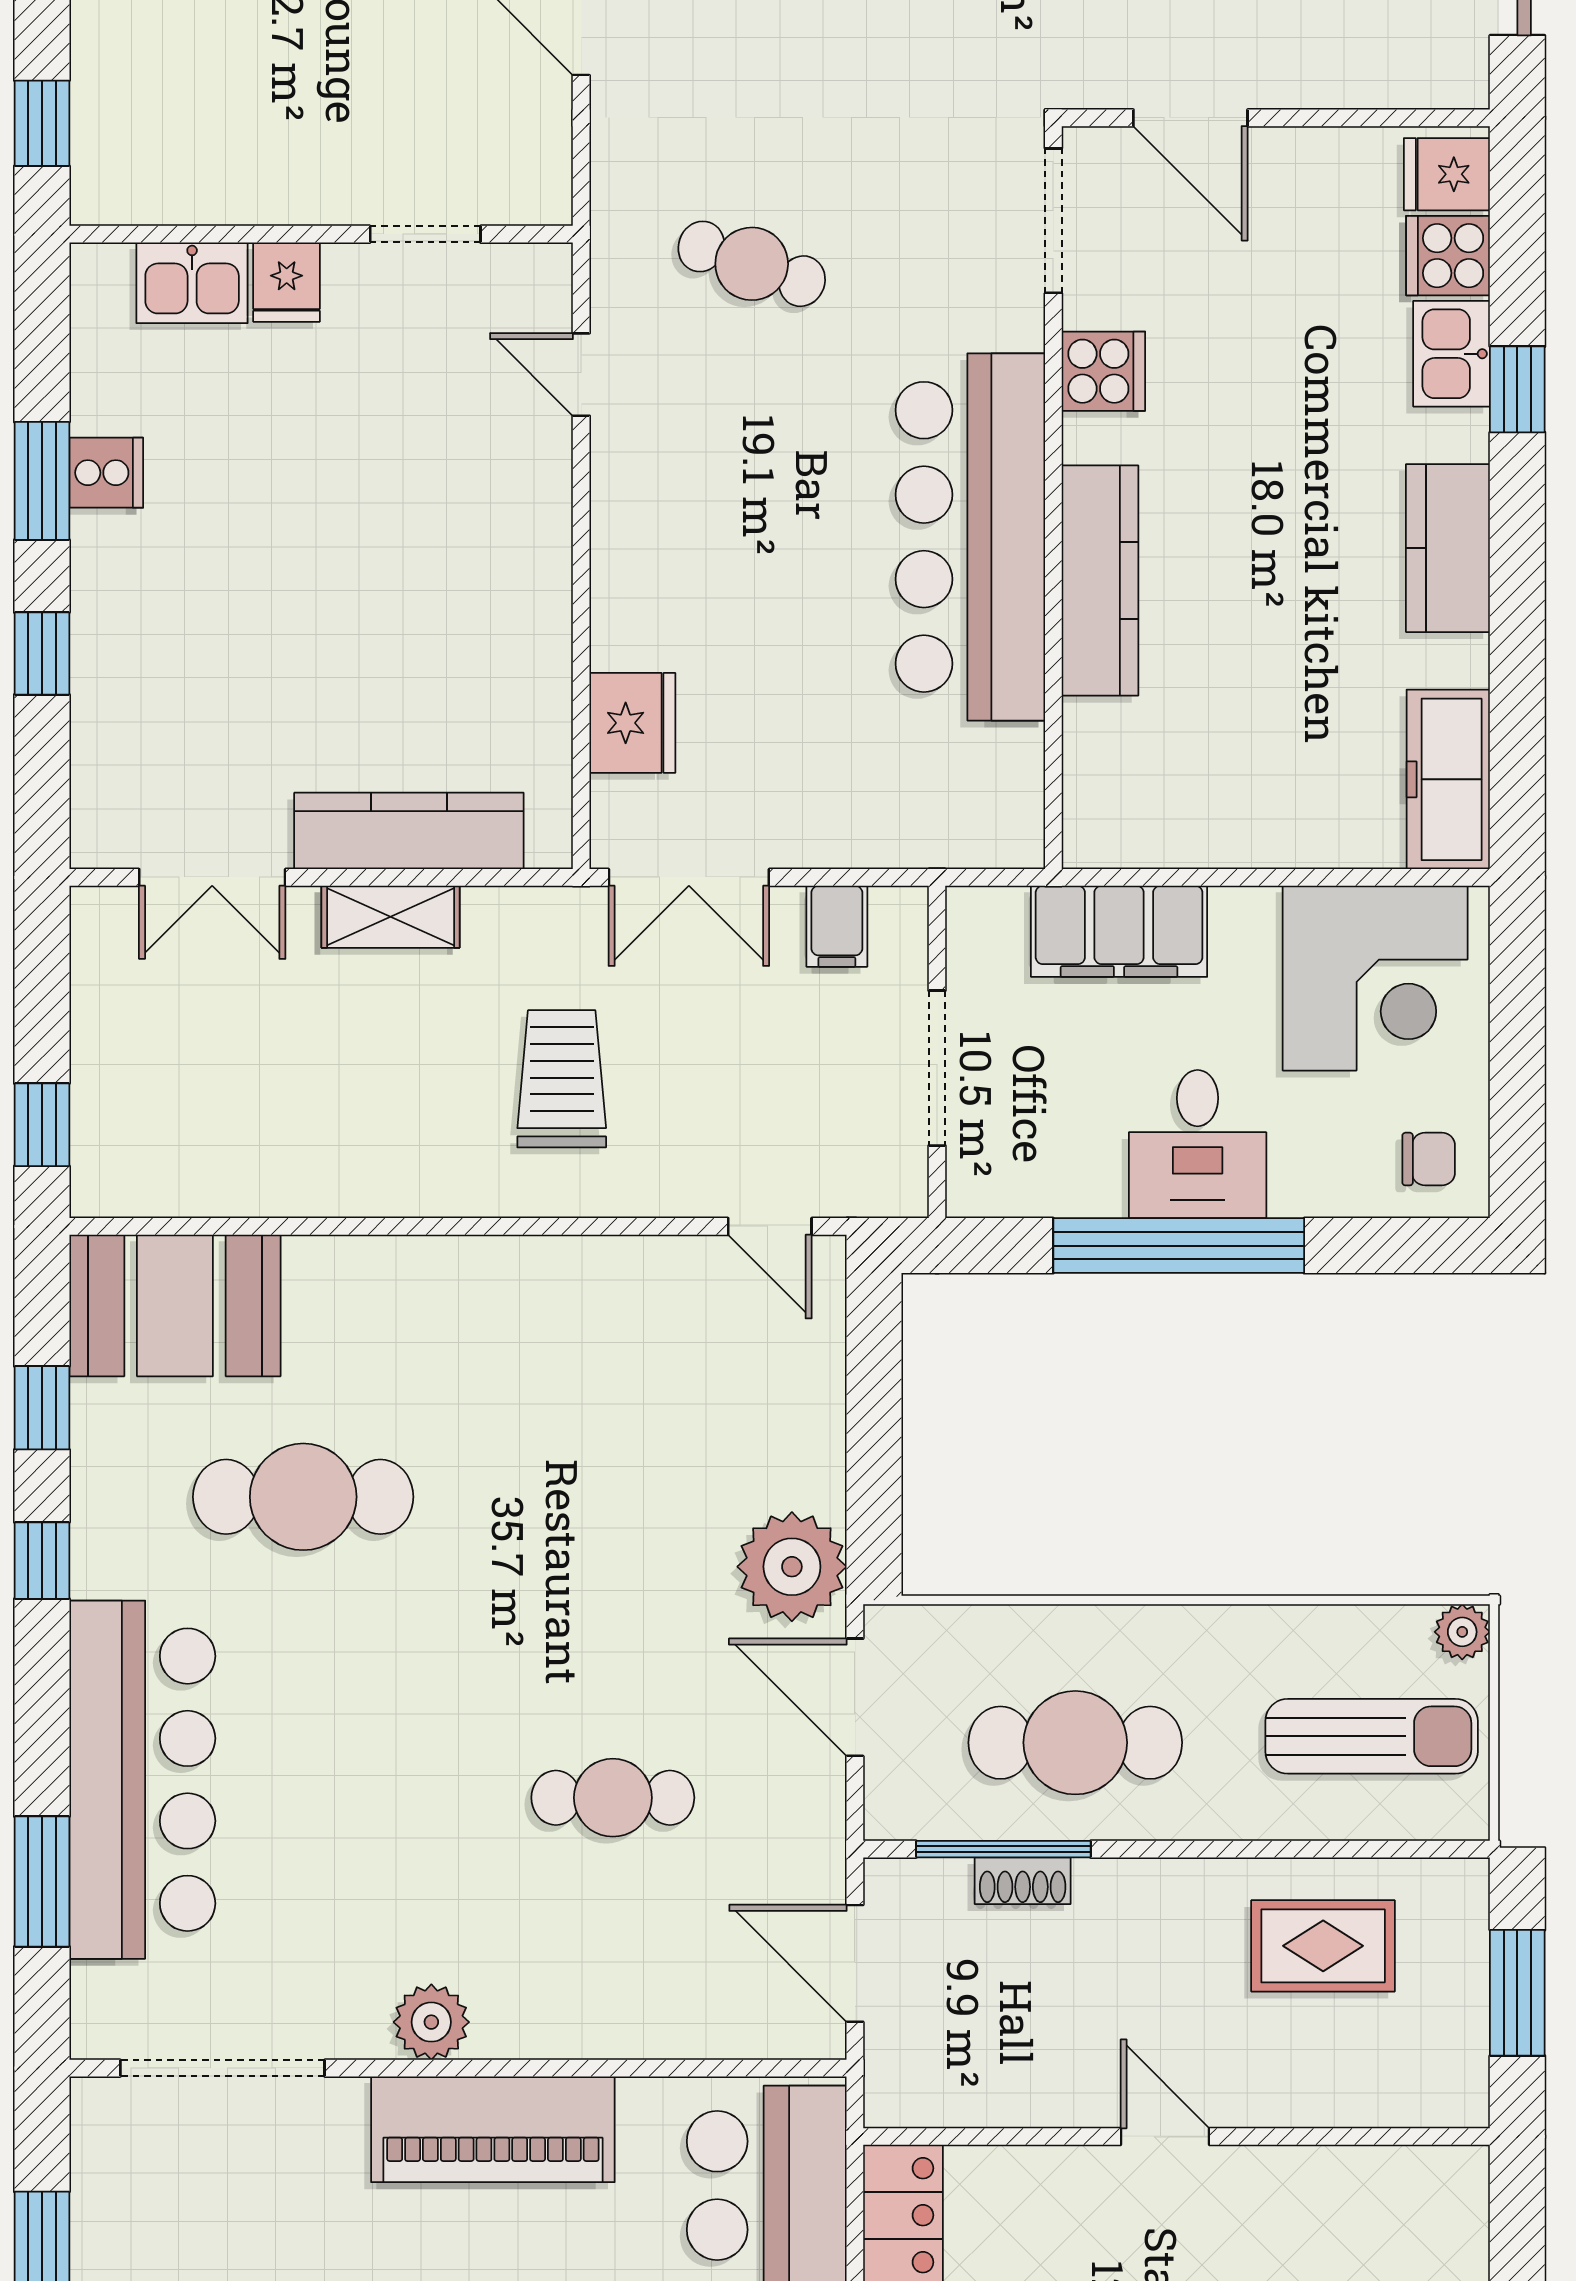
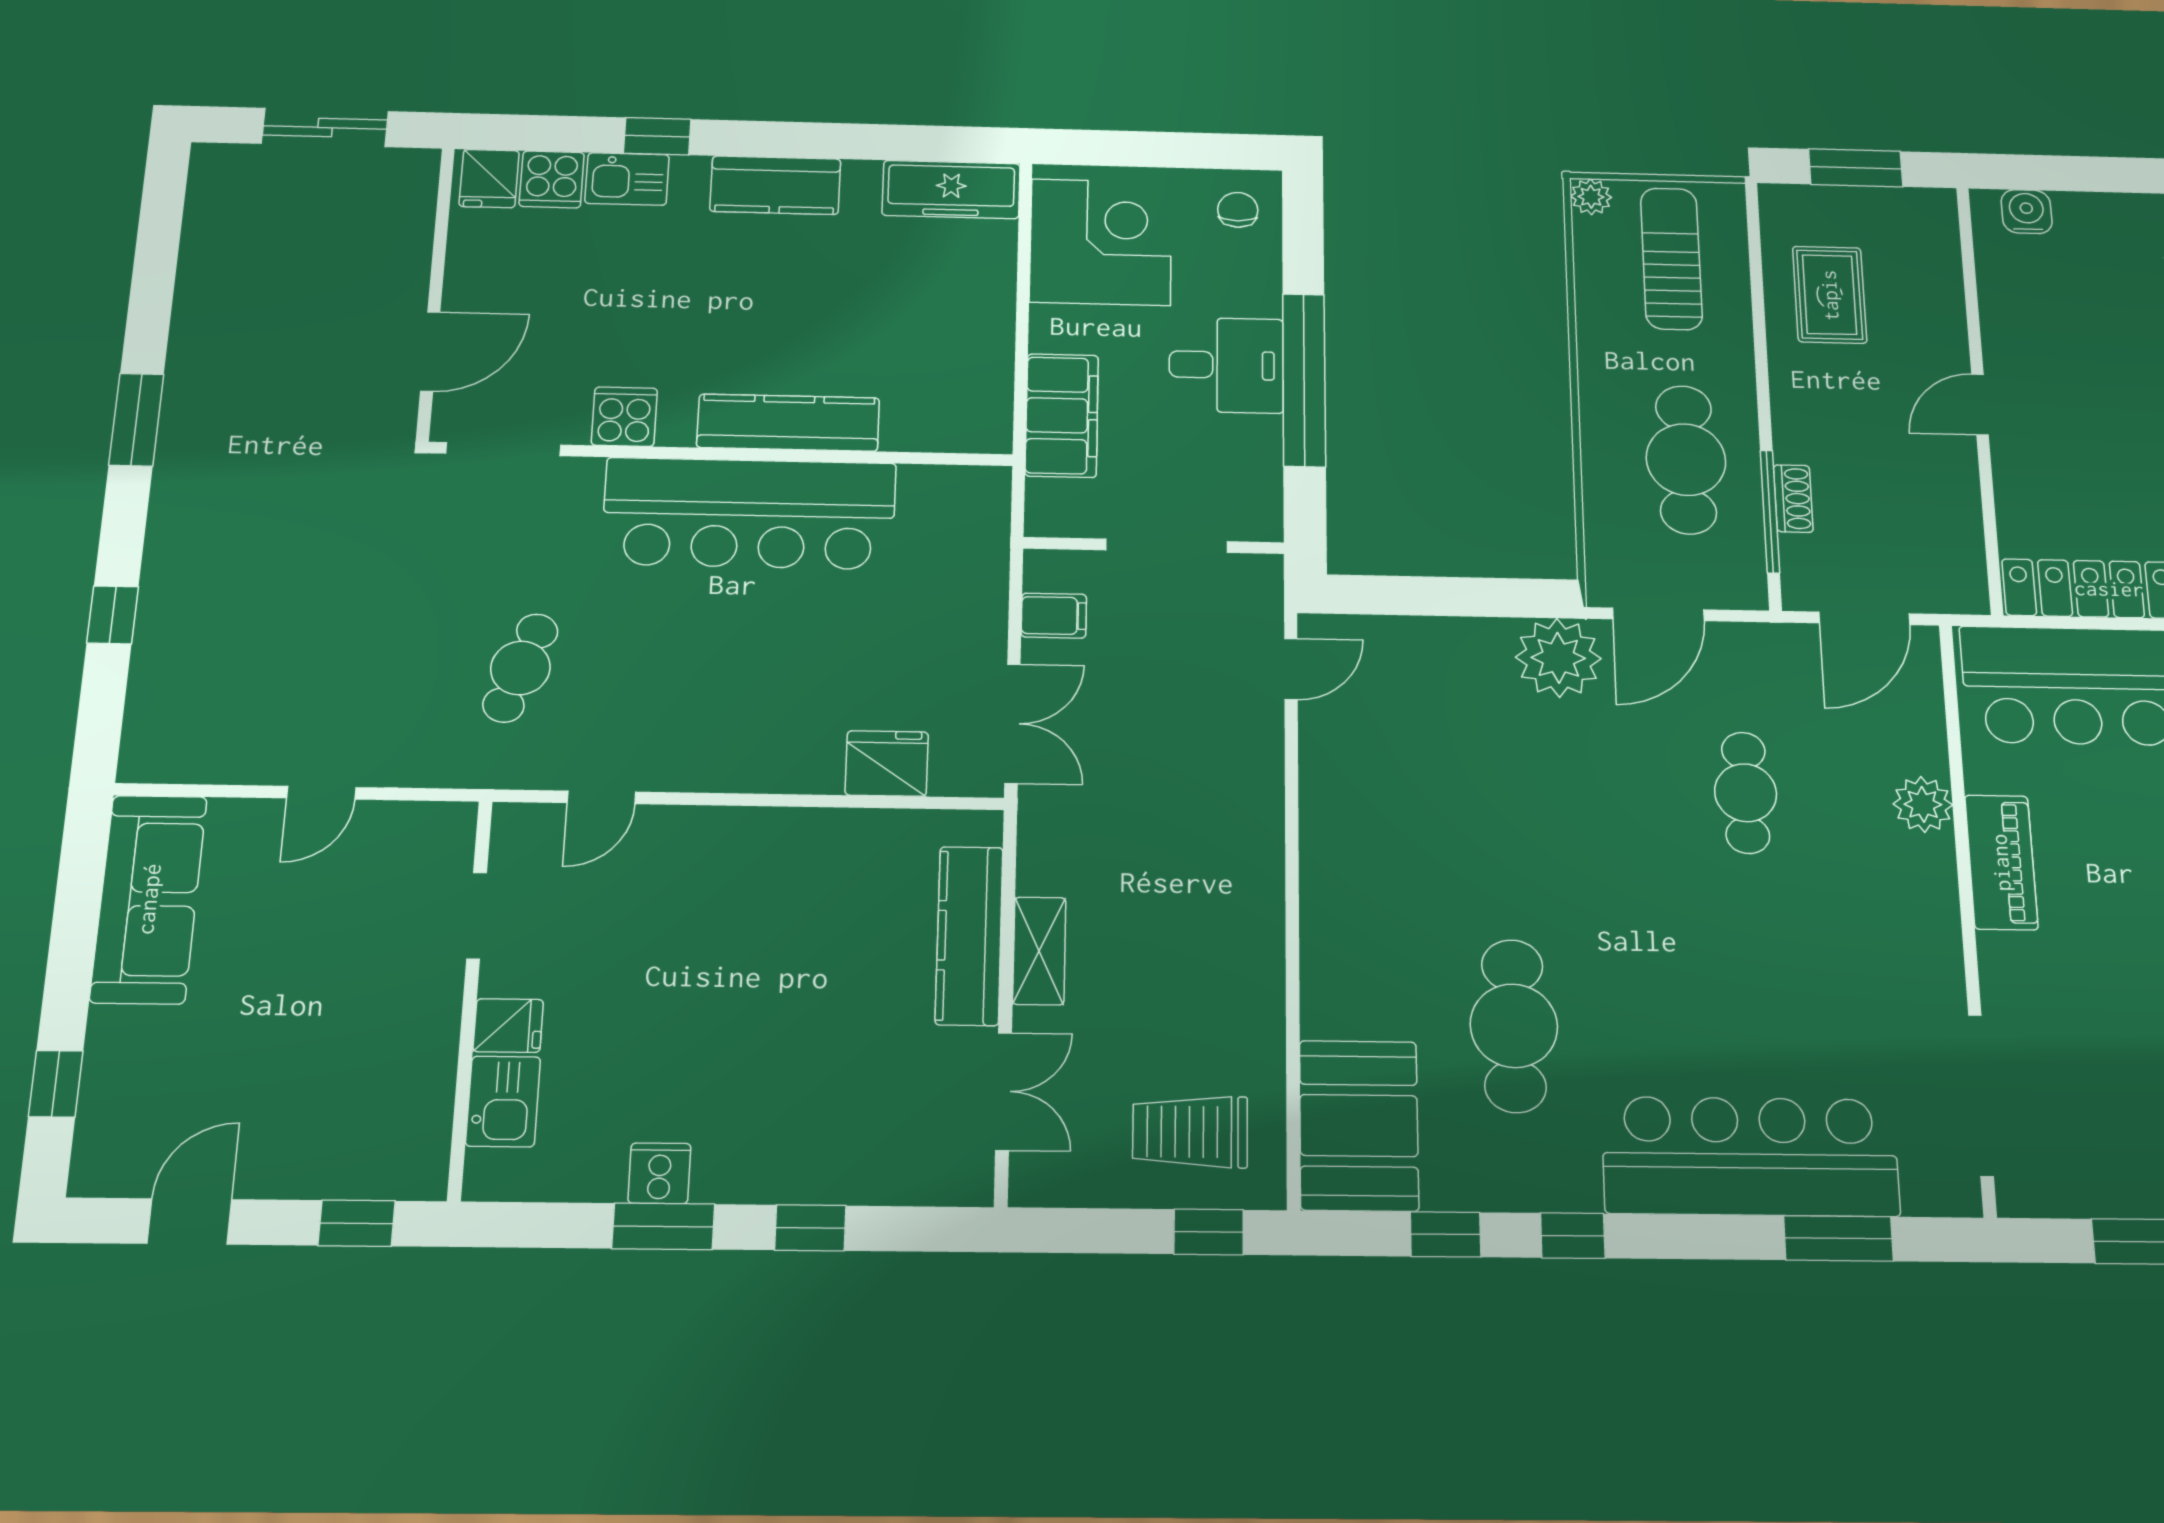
trolley: (562, 1079) -> (1190, 1132), moved
plant: (431, 2022) -> (1923, 804), moved
piano: (493, 2129) -> (2001, 862), width x0.73, depth x0.75
water cooler: (1457, 2221) -> (2027, 212), added

